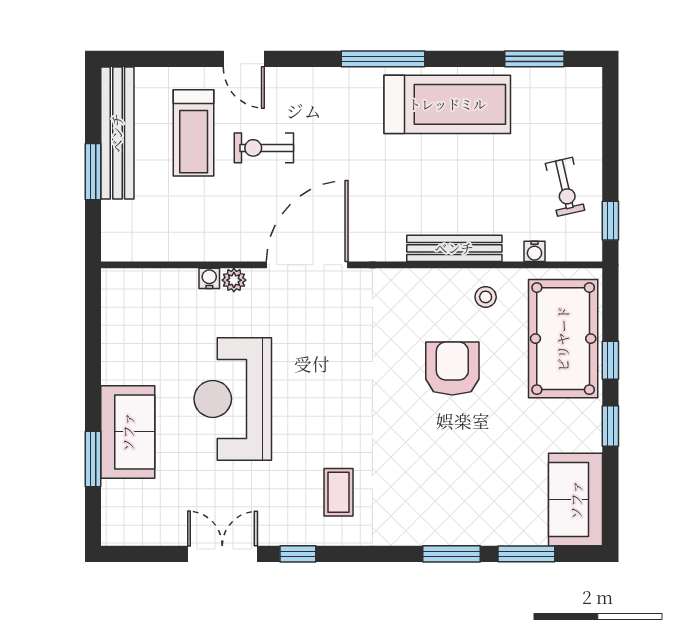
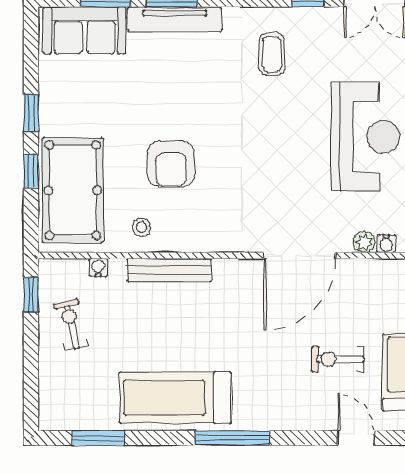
exercise bike: (264, 148) -> (338, 359), turned 180
sofa: (576, 500) -> (85, 30), moved, turned 90
tv unit: (448, 532) -> (175, 19), added

